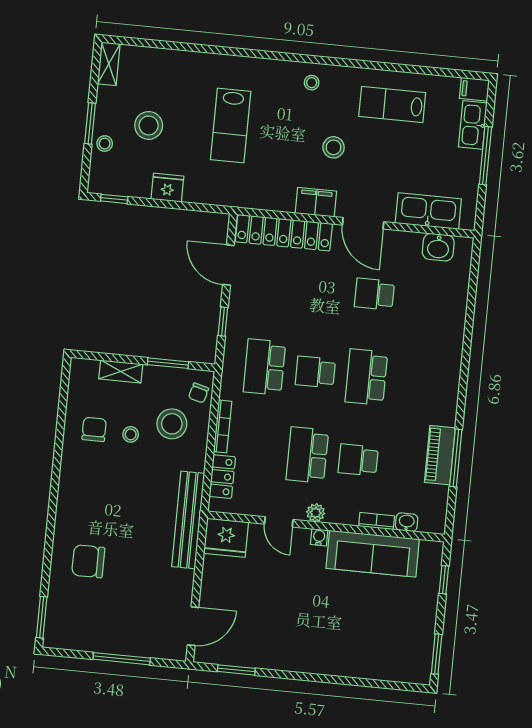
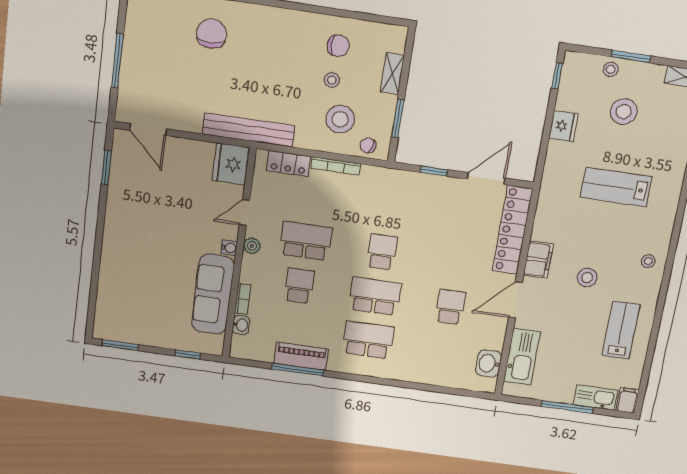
school desk: (264, 367) -> (368, 340), moved

